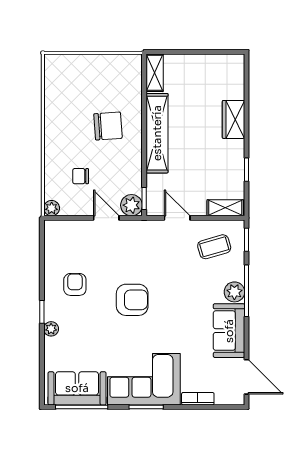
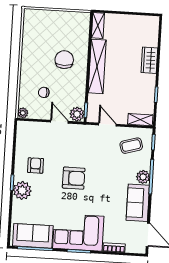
chair: (108, 126) -> (64, 60), turned -86
plant: (51, 329) -> (22, 190), width x1.88, depth x1.88

